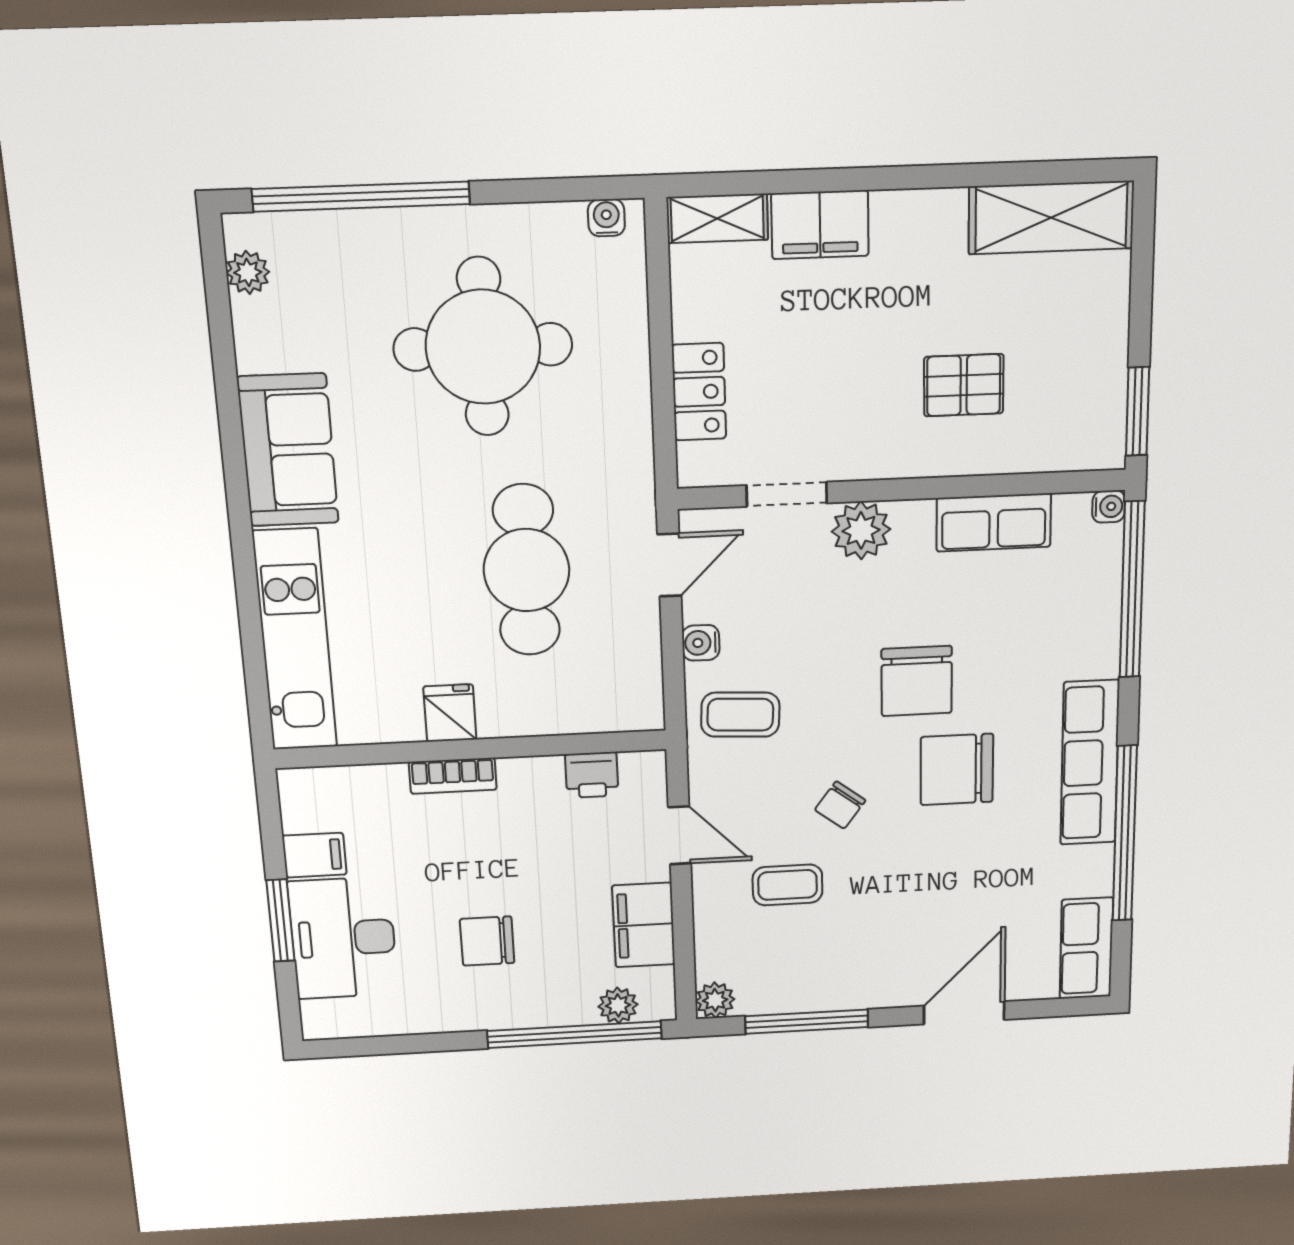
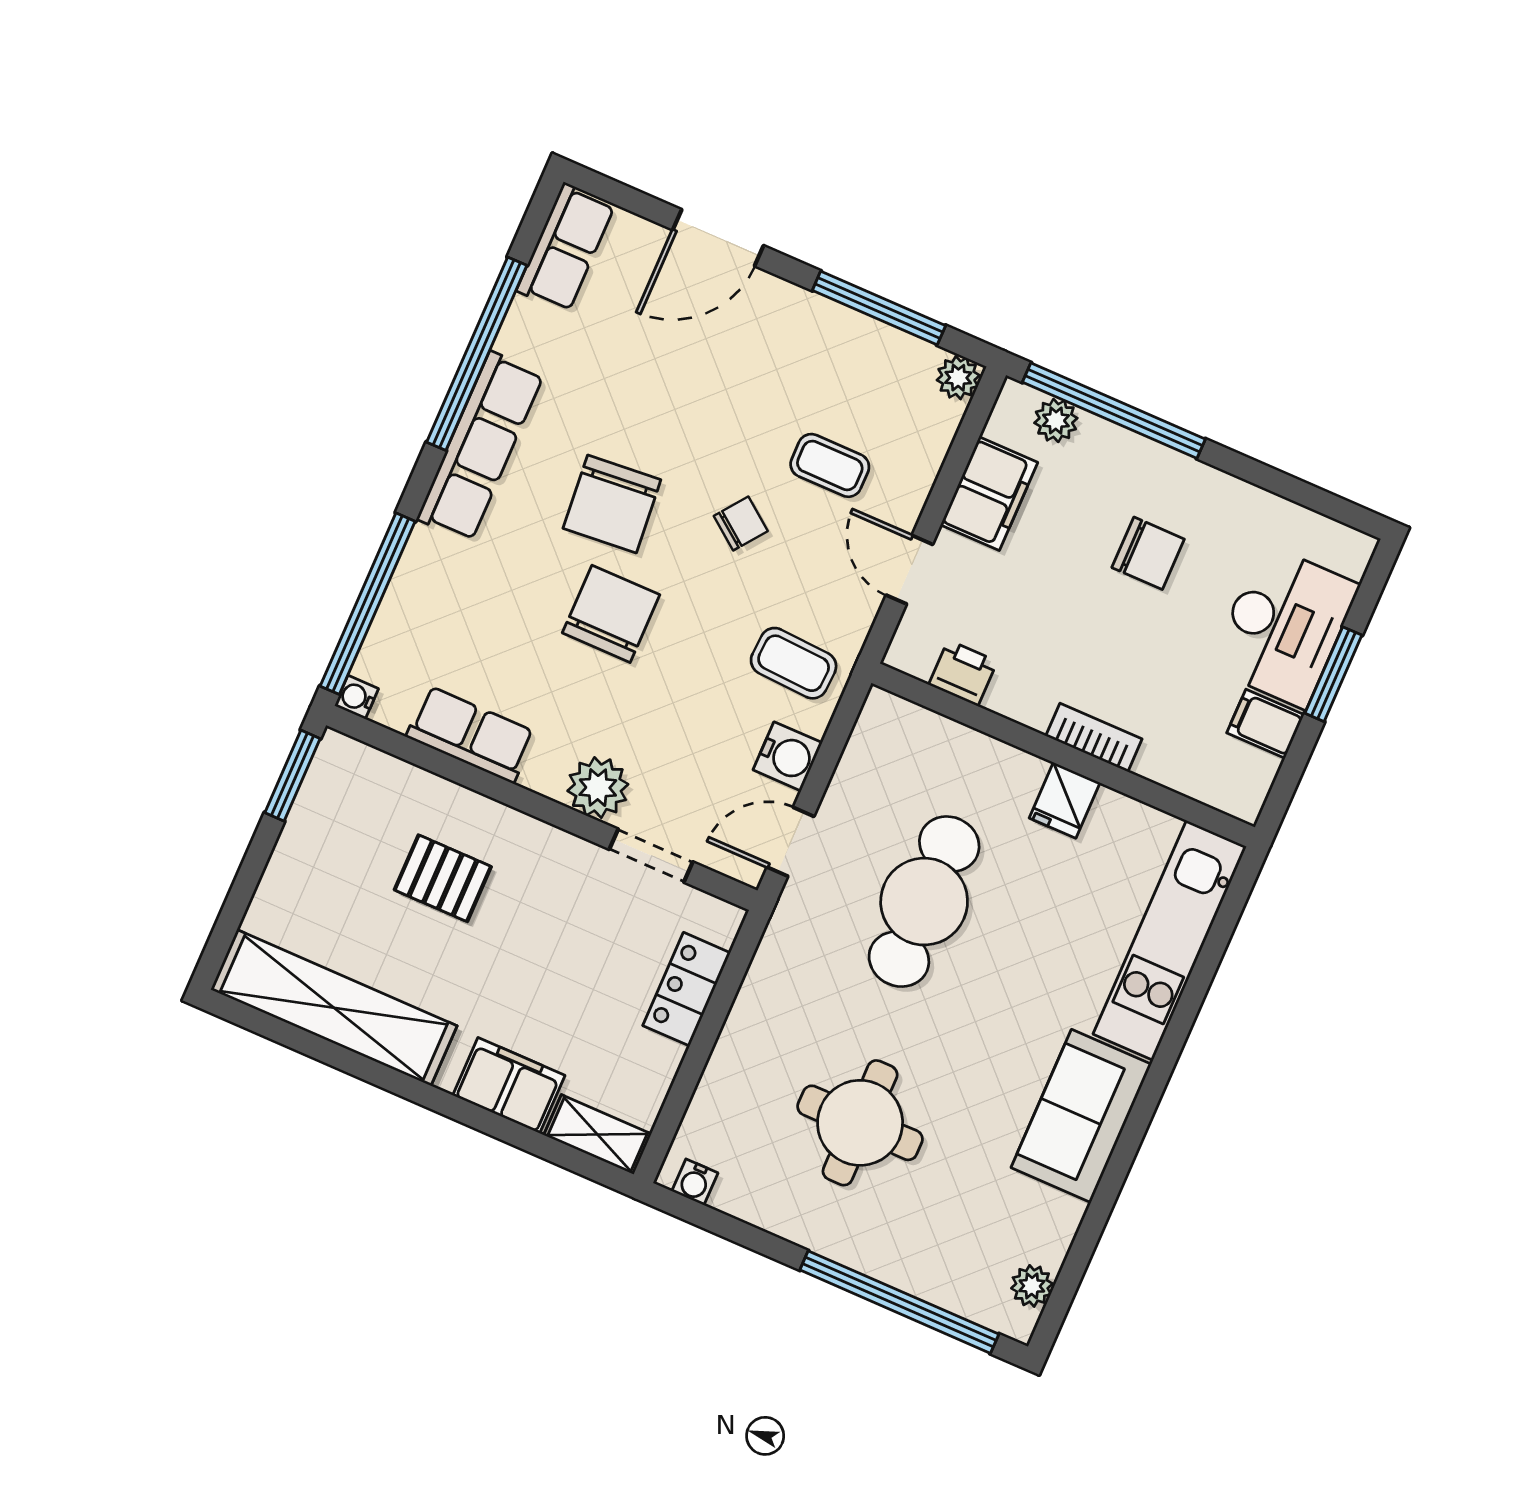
shelving: (1051, 218) -> (334, 1008), width x1.47
round table: (483, 347) -> (860, 1123), width x0.73, depth x0.73
water cooler: (701, 643) -> (788, 756), width x1.38, depth x1.38
chair: (957, 769) -> (612, 504), turned 85

